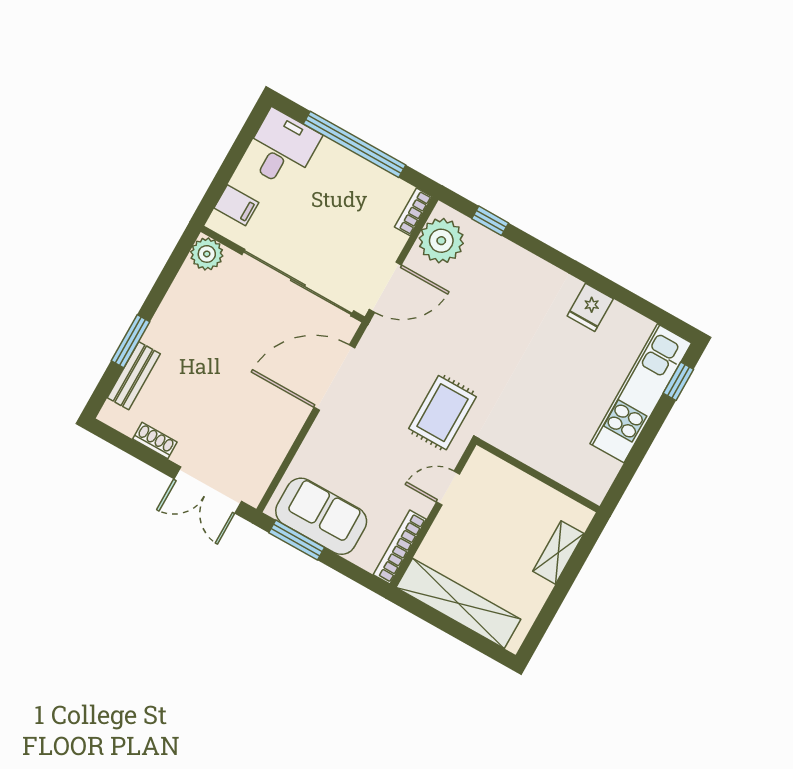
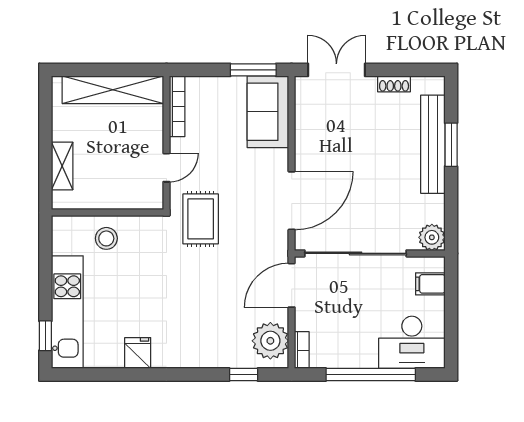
desk: (282, 149) -> (412, 342), width x1.37
bench: (134, 376) -> (433, 144), width x1.86, depth x1.21
stool: (555, 449) -> (106, 238), added
sofa: (321, 516) -> (268, 112), moved, turned 90

